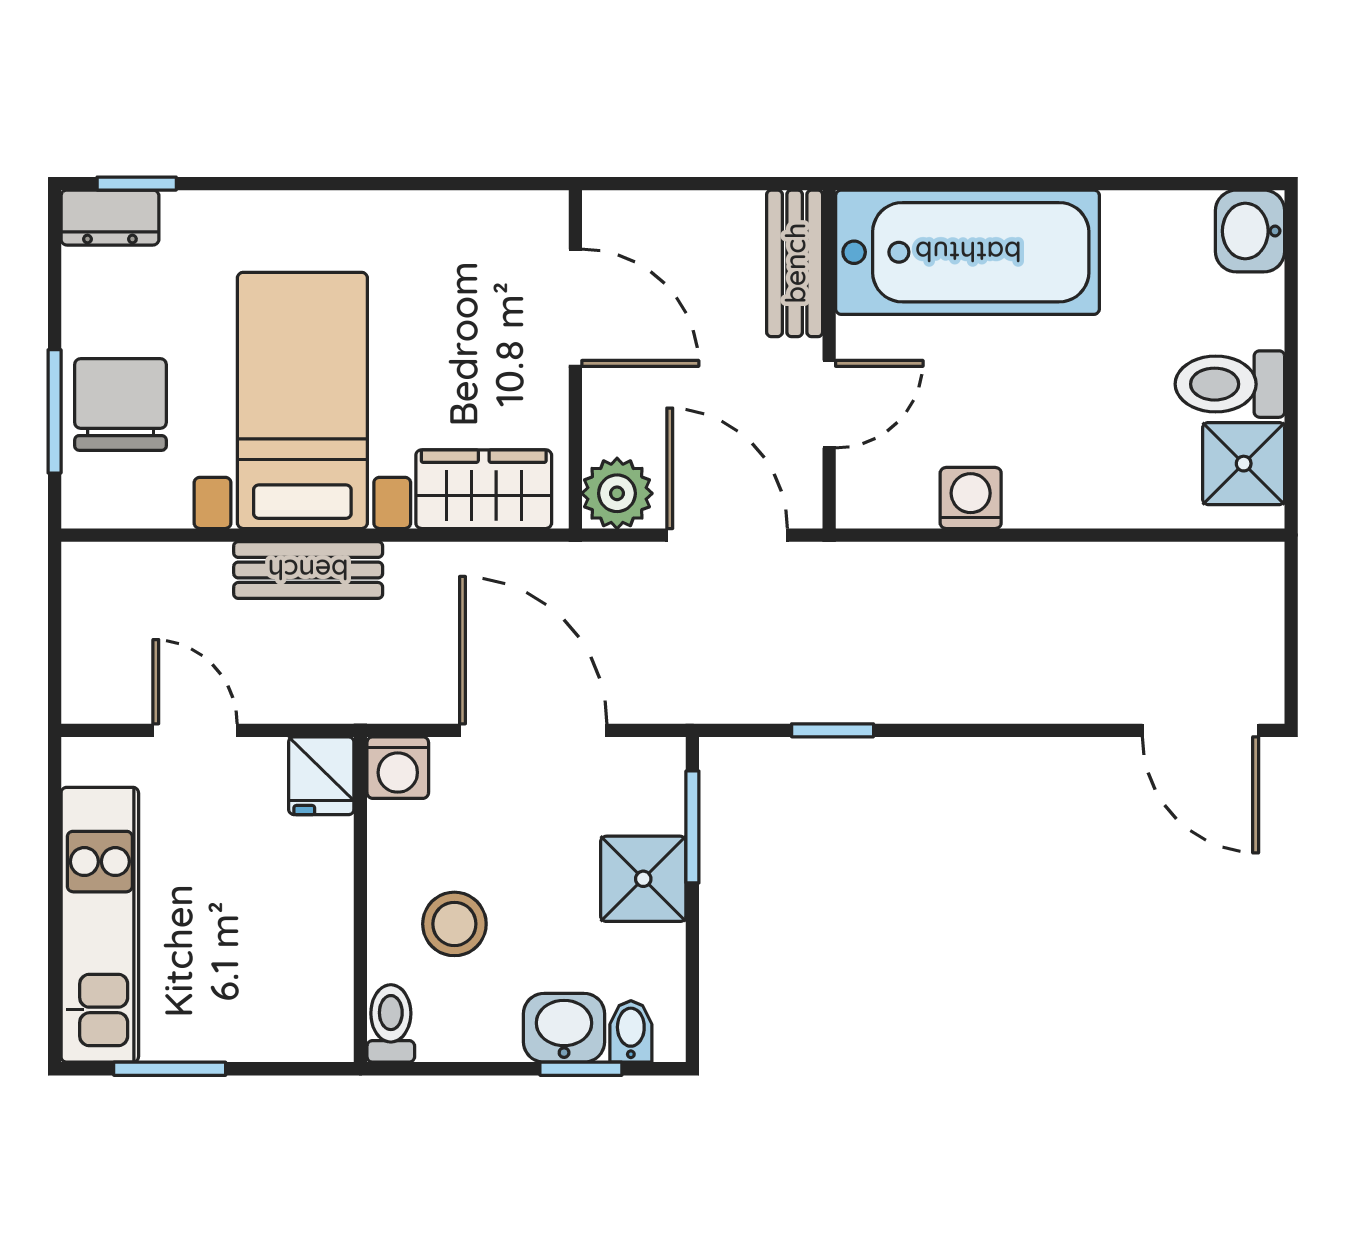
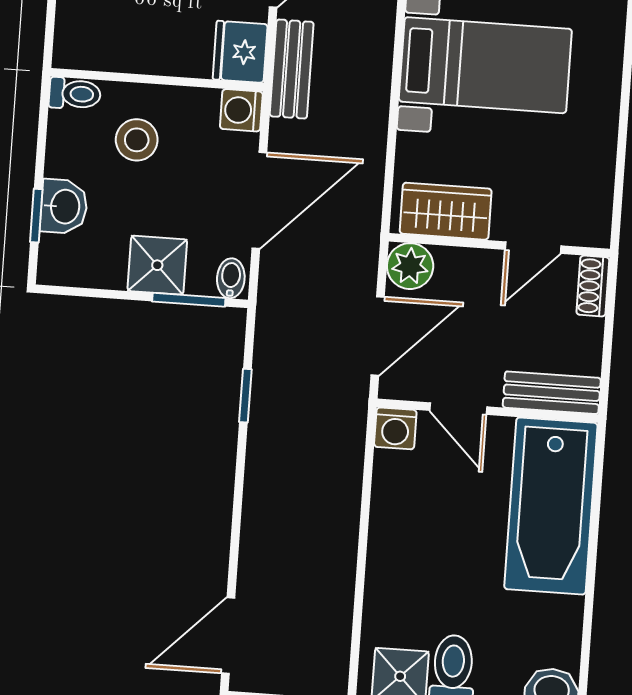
shoe rack: (627, 212) -> (593, 286), added
door: (575, 308) -> (533, 248), width x0.73
wardrobe: (484, 489) -> (446, 211), moved, turned -90
washing machine: (971, 498) -> (395, 428), moved, turned 90
bench: (308, 570) -> (292, 69), moved
fridge: (321, 776) -> (240, 52), width x1.38
bidet: (631, 1031) -> (231, 278), moved, turned -90

